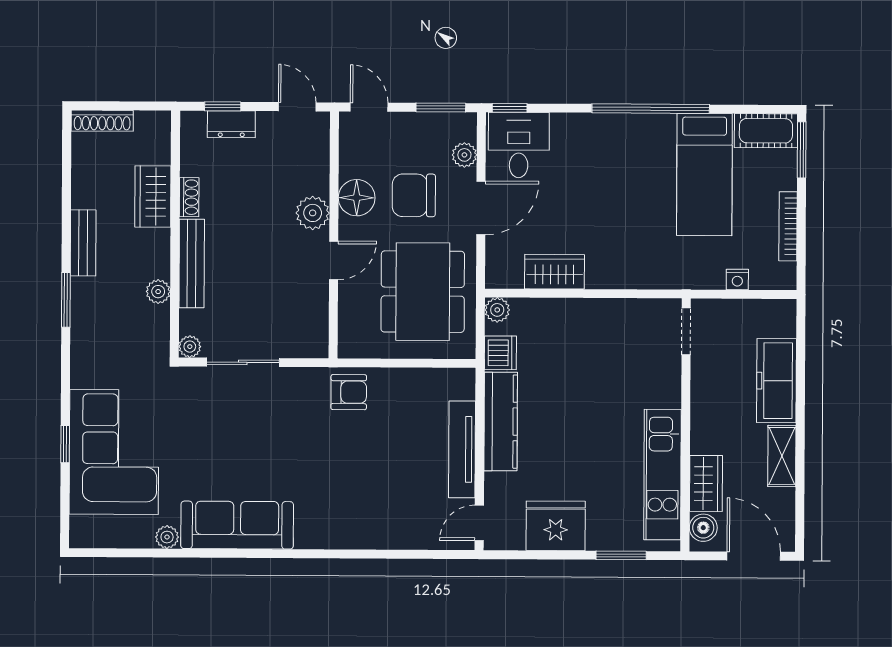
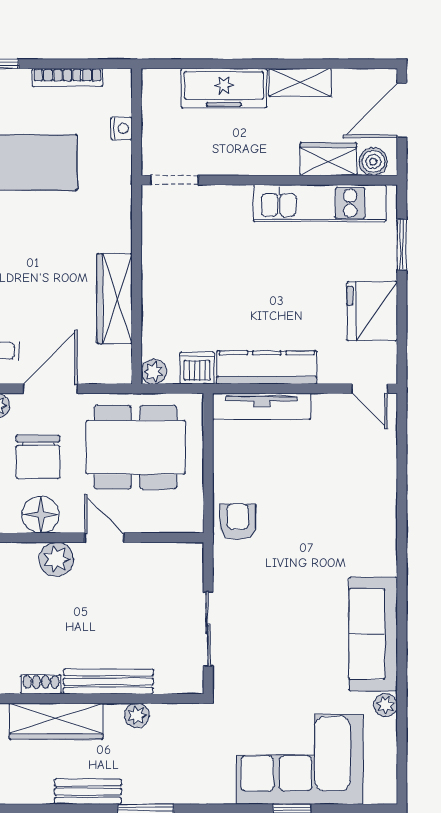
wardrobe: (153, 196) -> (56, 721), width x1.50
door: (481, 208) -> (50, 389), hinge flipped
wardrobe: (555, 272) -> (115, 299), width x1.50
plant: (190, 347) -> (192, 683), removed
tv unit: (462, 449) -> (262, 406), moved

